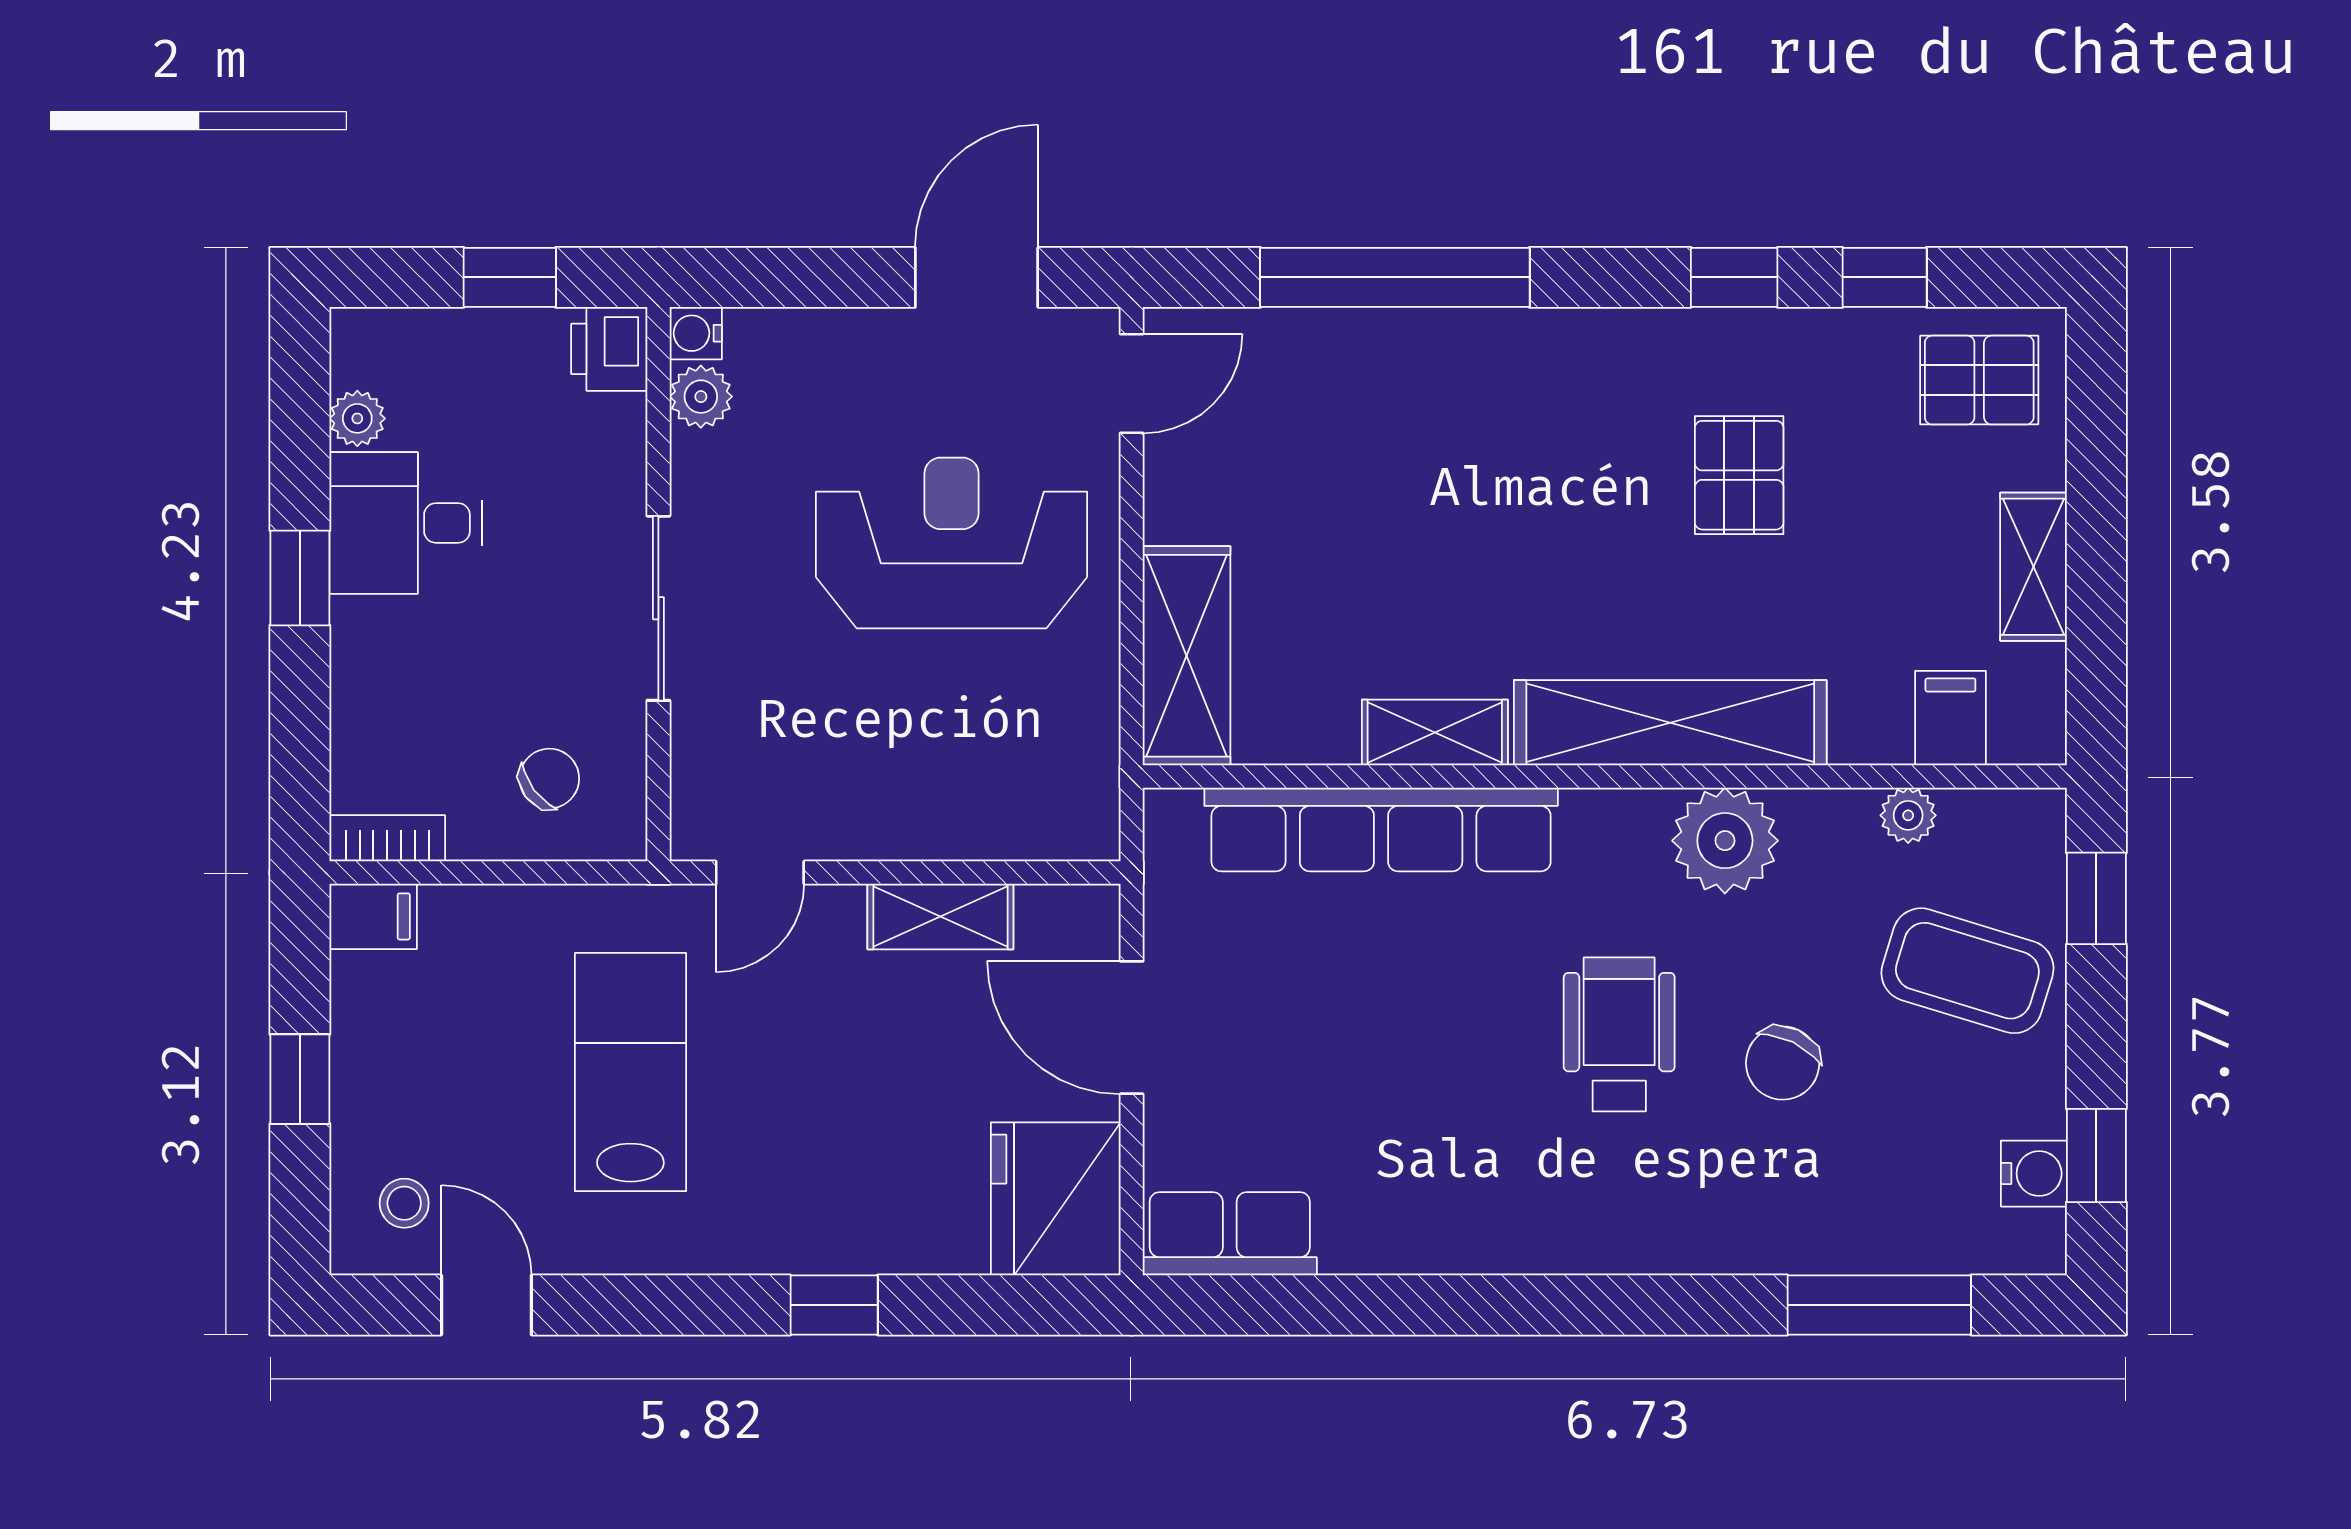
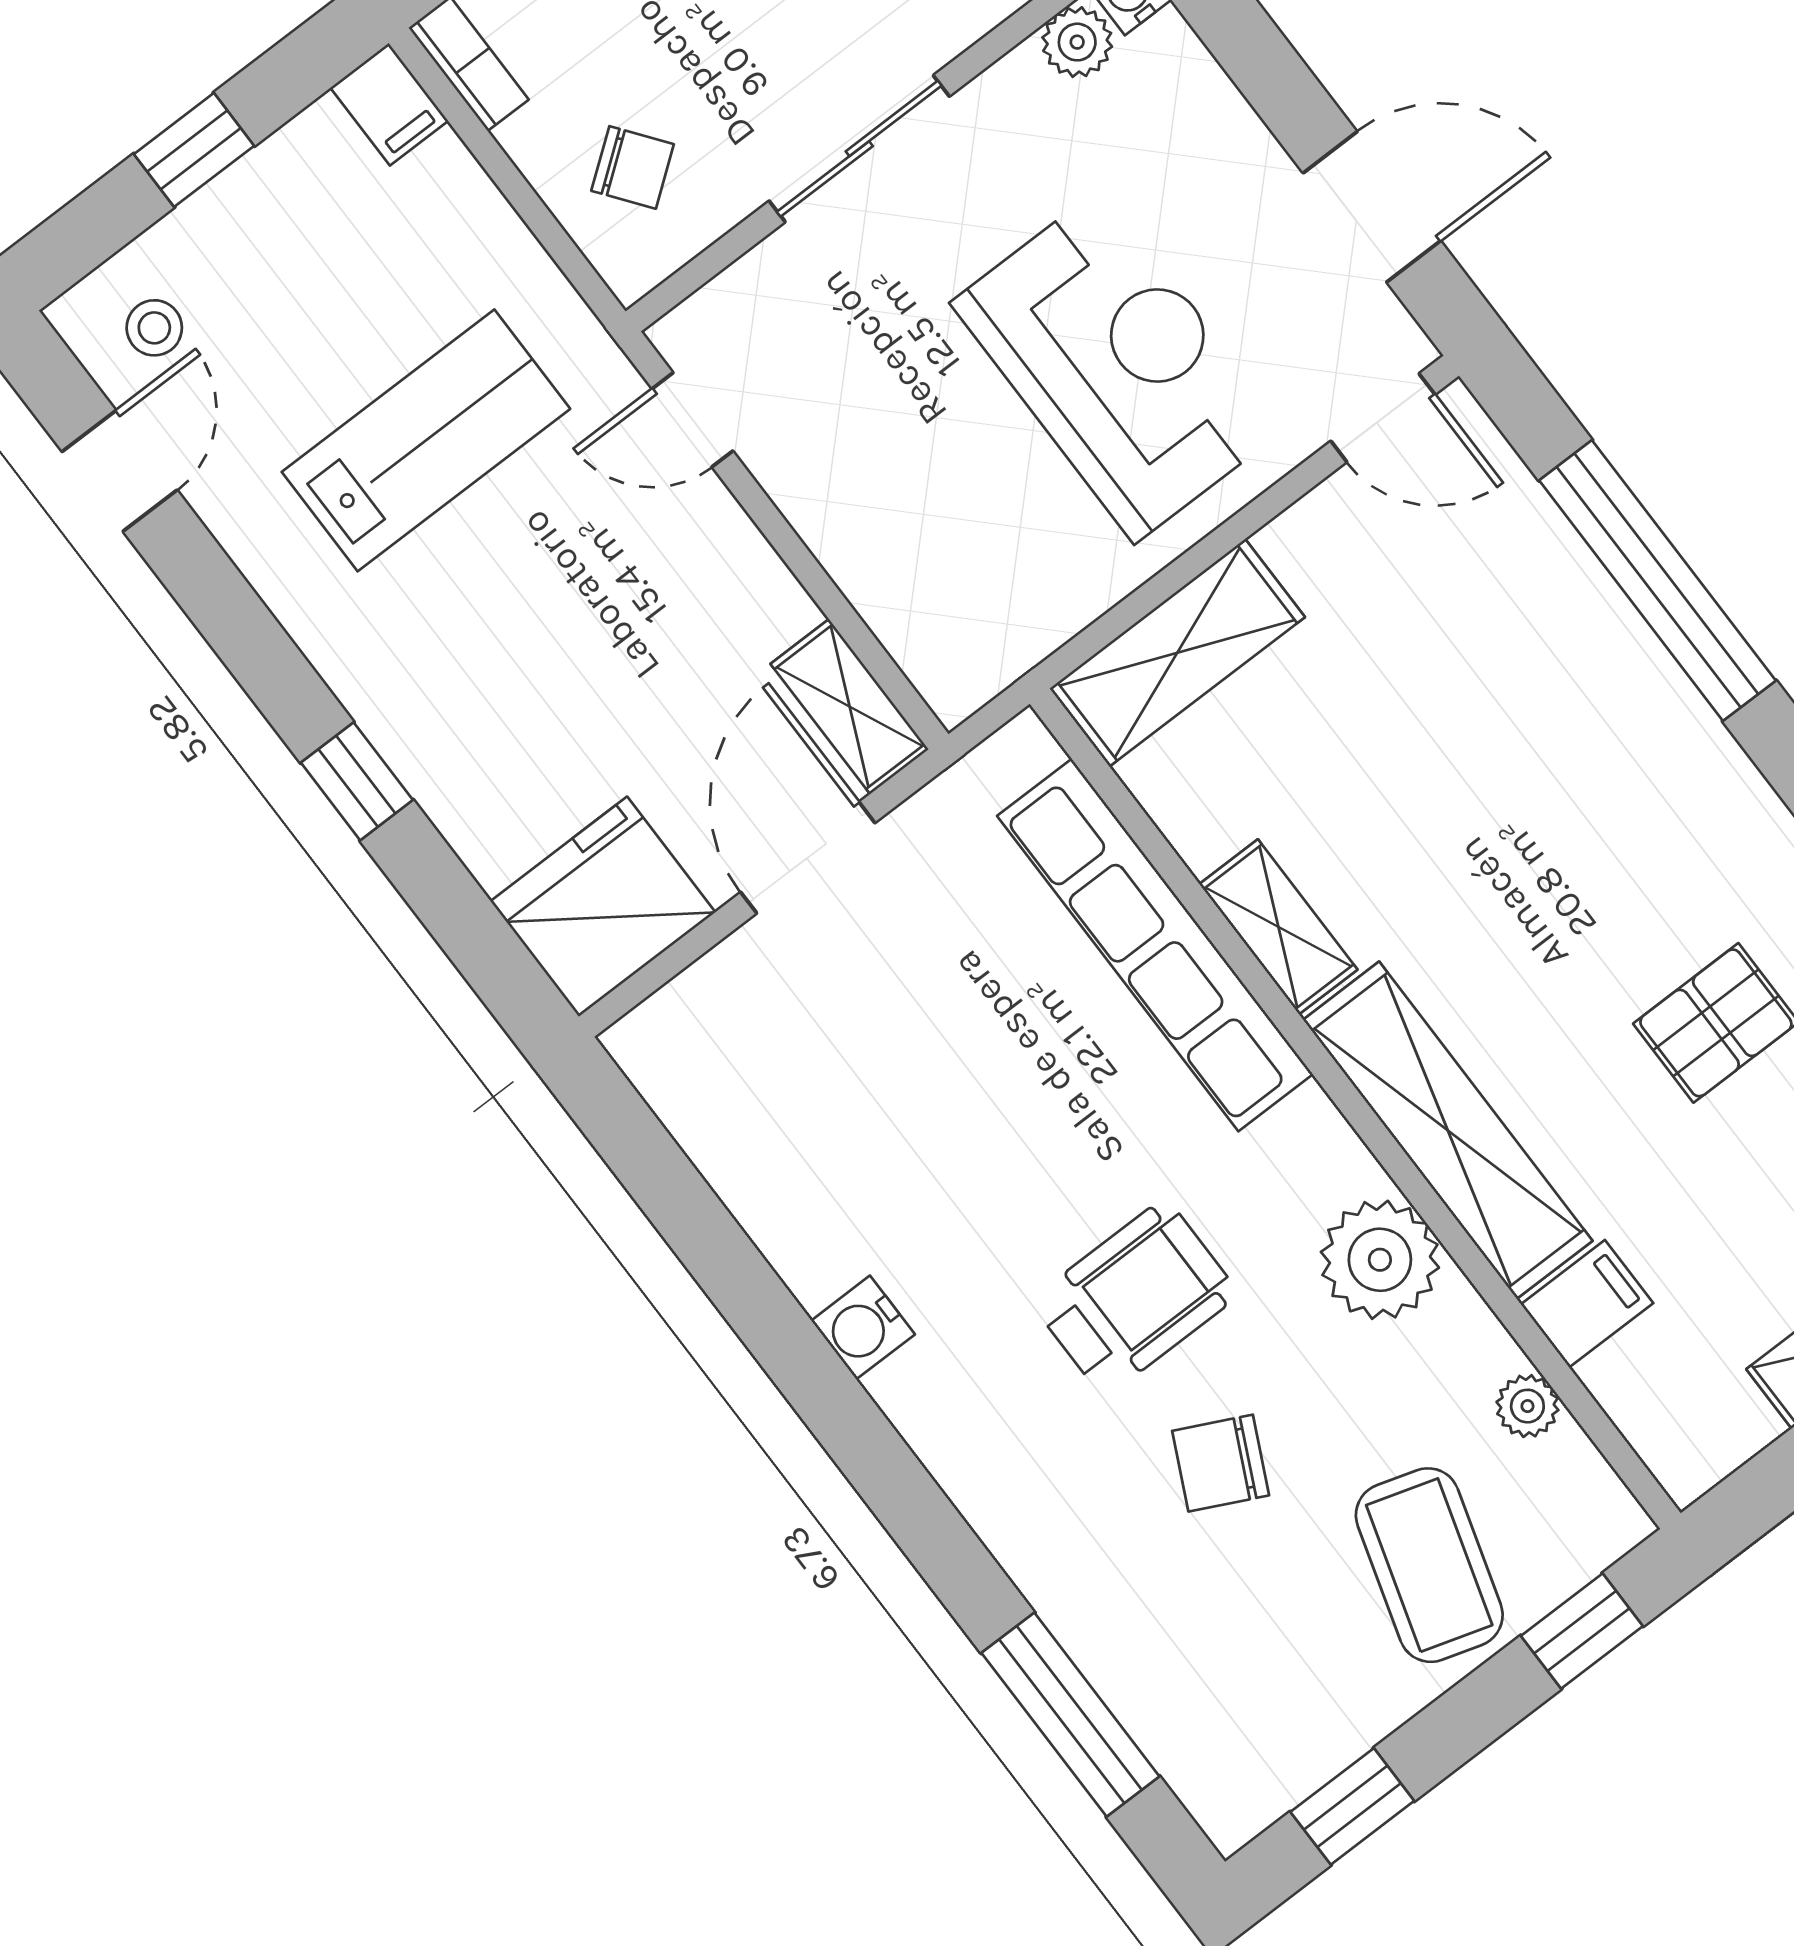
filing cabinet: (1950, 718) -> (1587, 1304), moved
shelving: (940, 916) -> (850, 707), moved
water cooler: (2034, 1174) -> (863, 1327), moved, turned 90
row of seats: (1230, 1234) -> (691, 1086), removed

